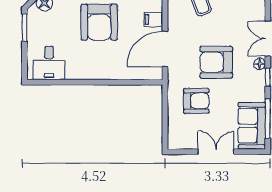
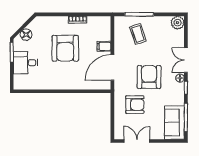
armchair: (216, 62) -> (149, 77), turned 90
desk: (49, 63) -> (26, 63), moved, turned 90
double door: (216, 152) -> (137, 141), moved

